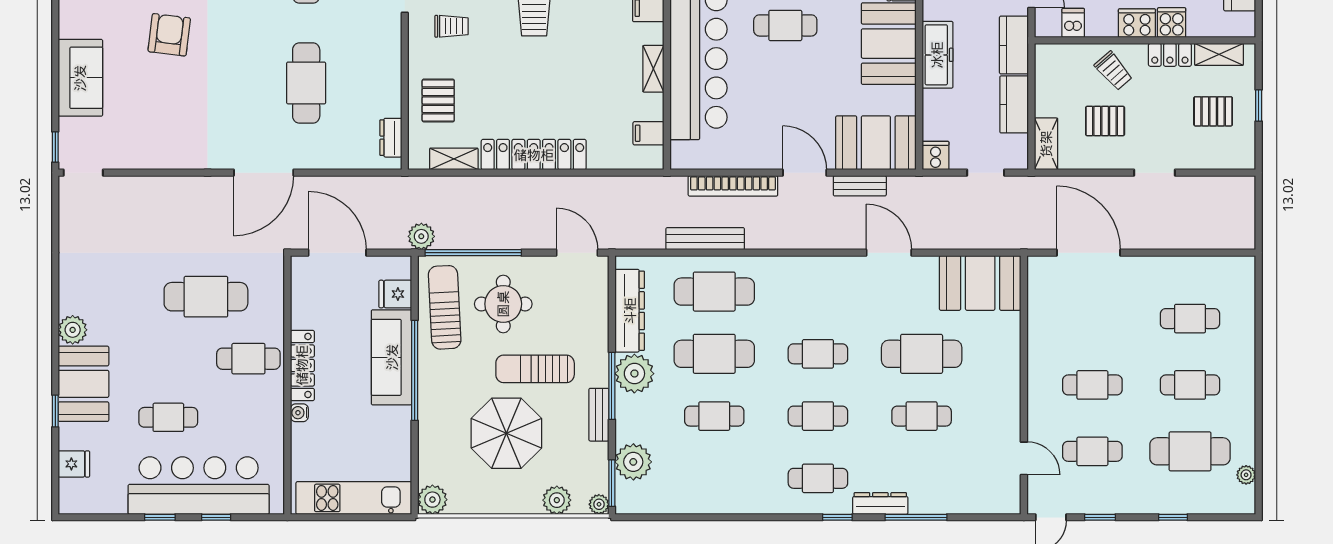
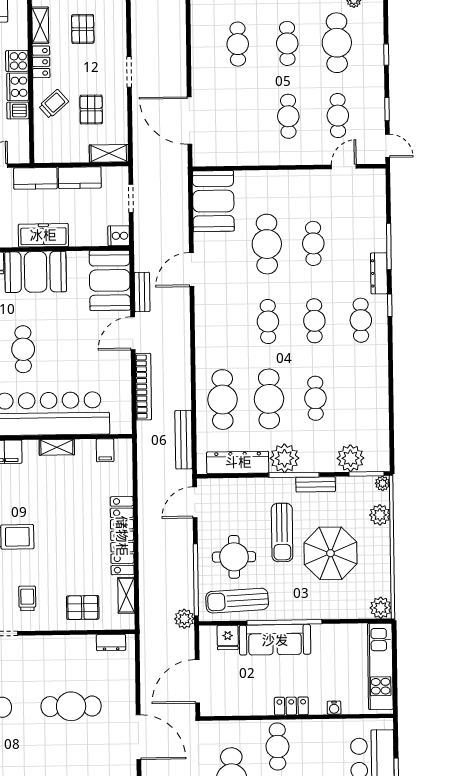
dishwasher: (1073, 23) -> (18, 111), moved
bench: (705, 239) -> (184, 440), moved
door: (1088, 253) -> (190, 121), hinge flipped
locker: (302, 365) -> (291, 706), width x0.66
water cooler: (299, 413) -> (334, 708), moved

